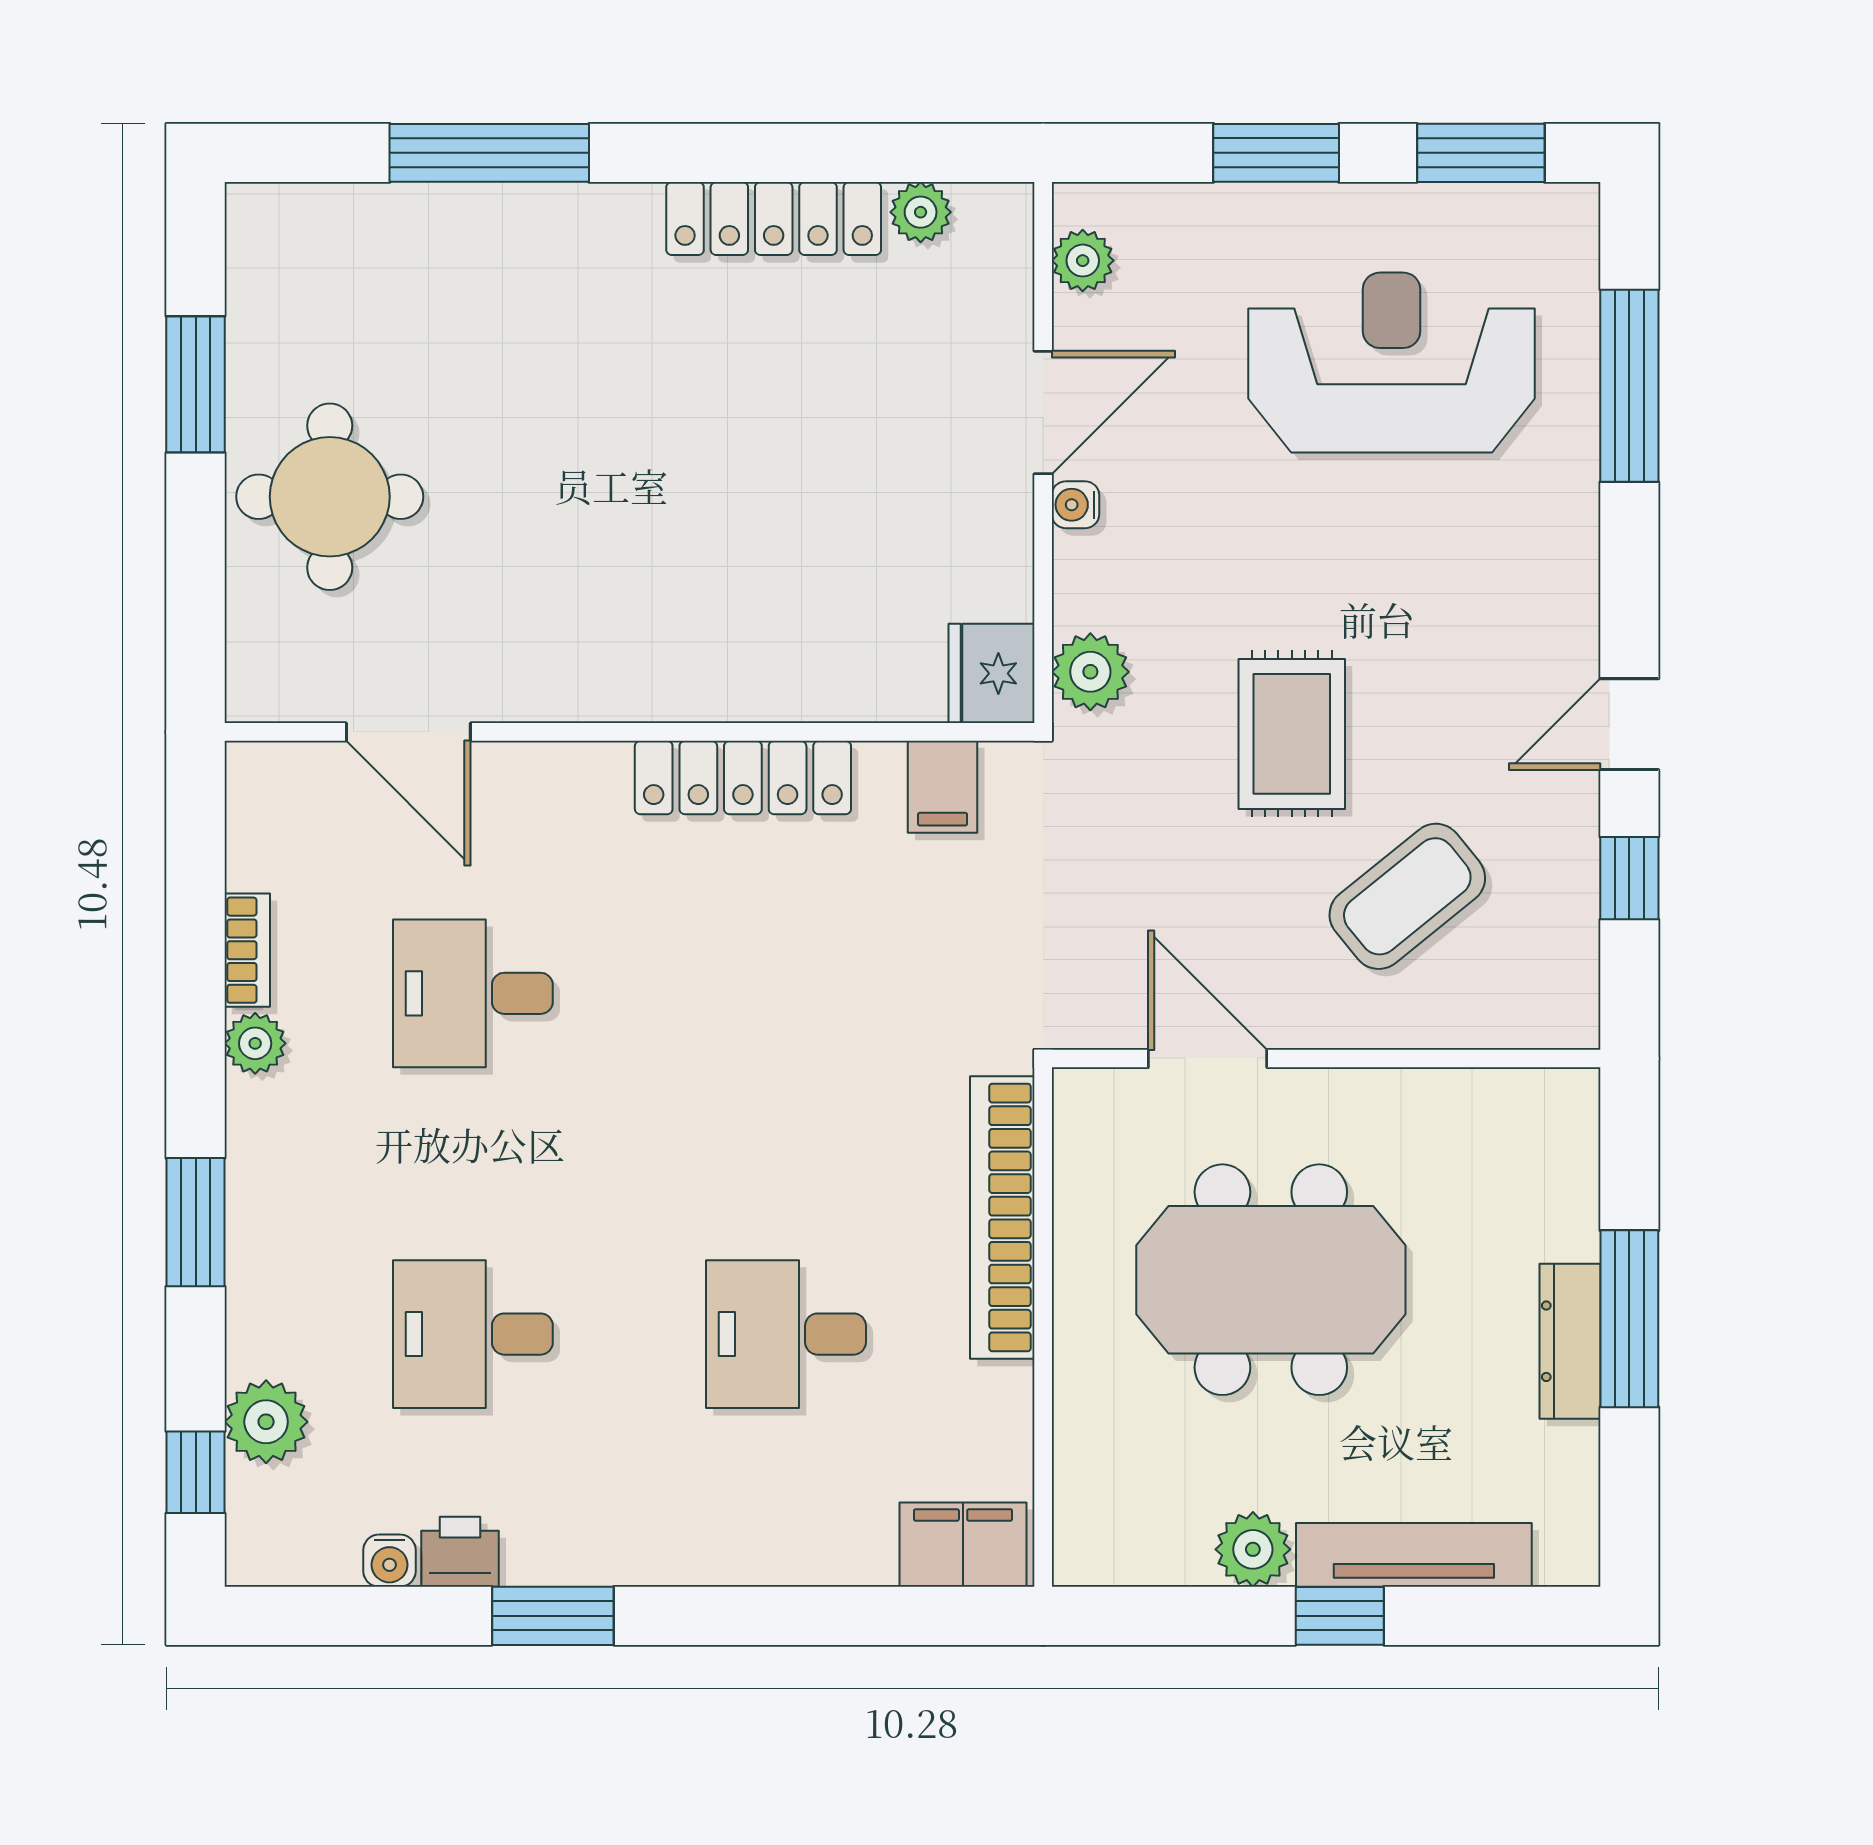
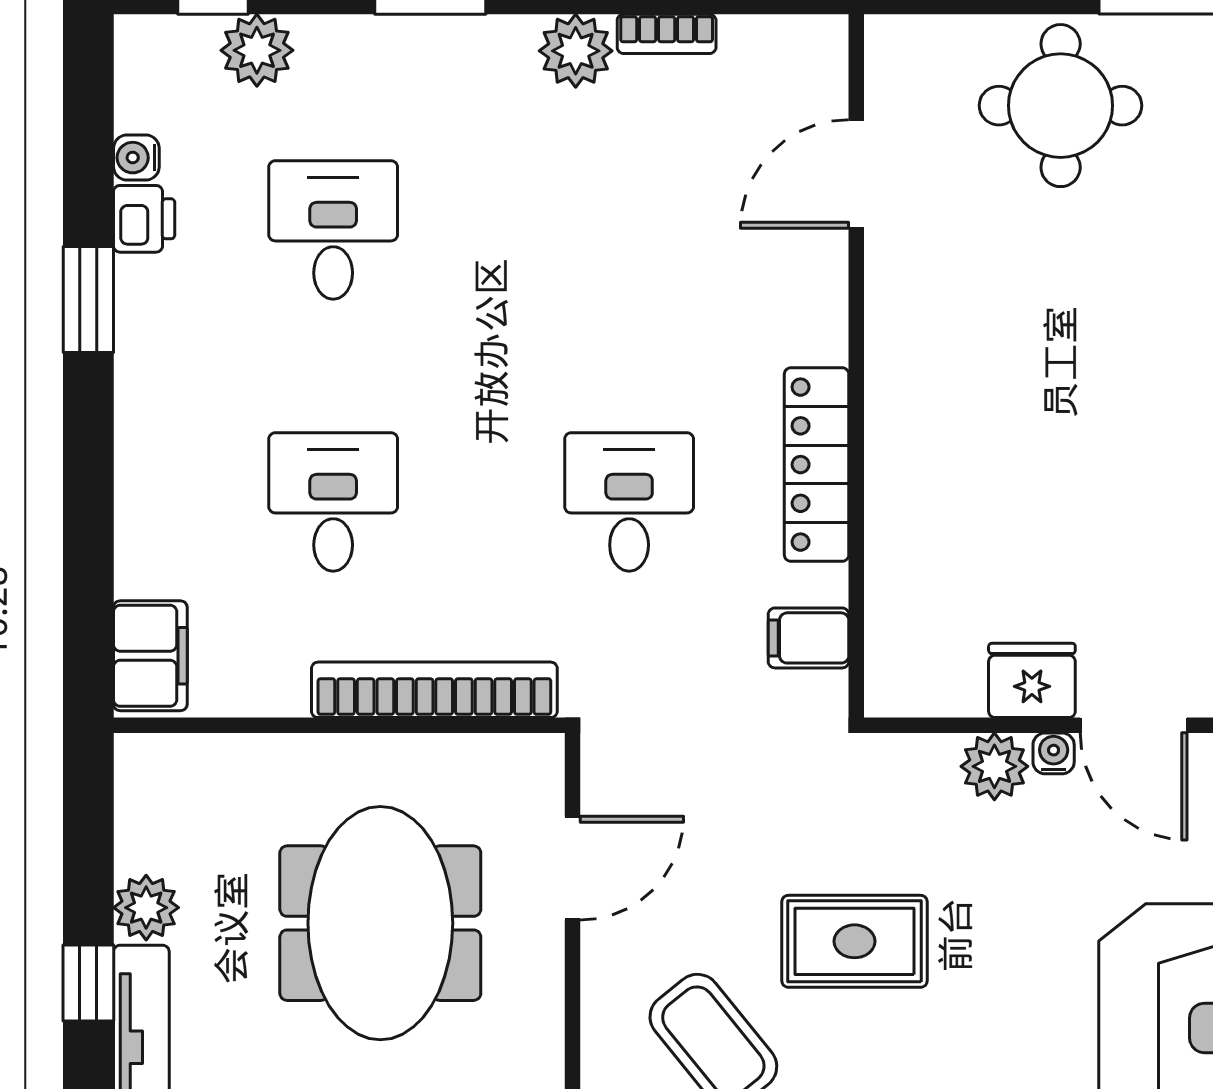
plant: (1090, 672) -> (994, 766), moved
fridge: (991, 673) -> (1032, 680), moved
desk: (473, 993) -> (629, 502), moved
plant: (255, 1043) -> (576, 51), width x1.38, depth x1.38

